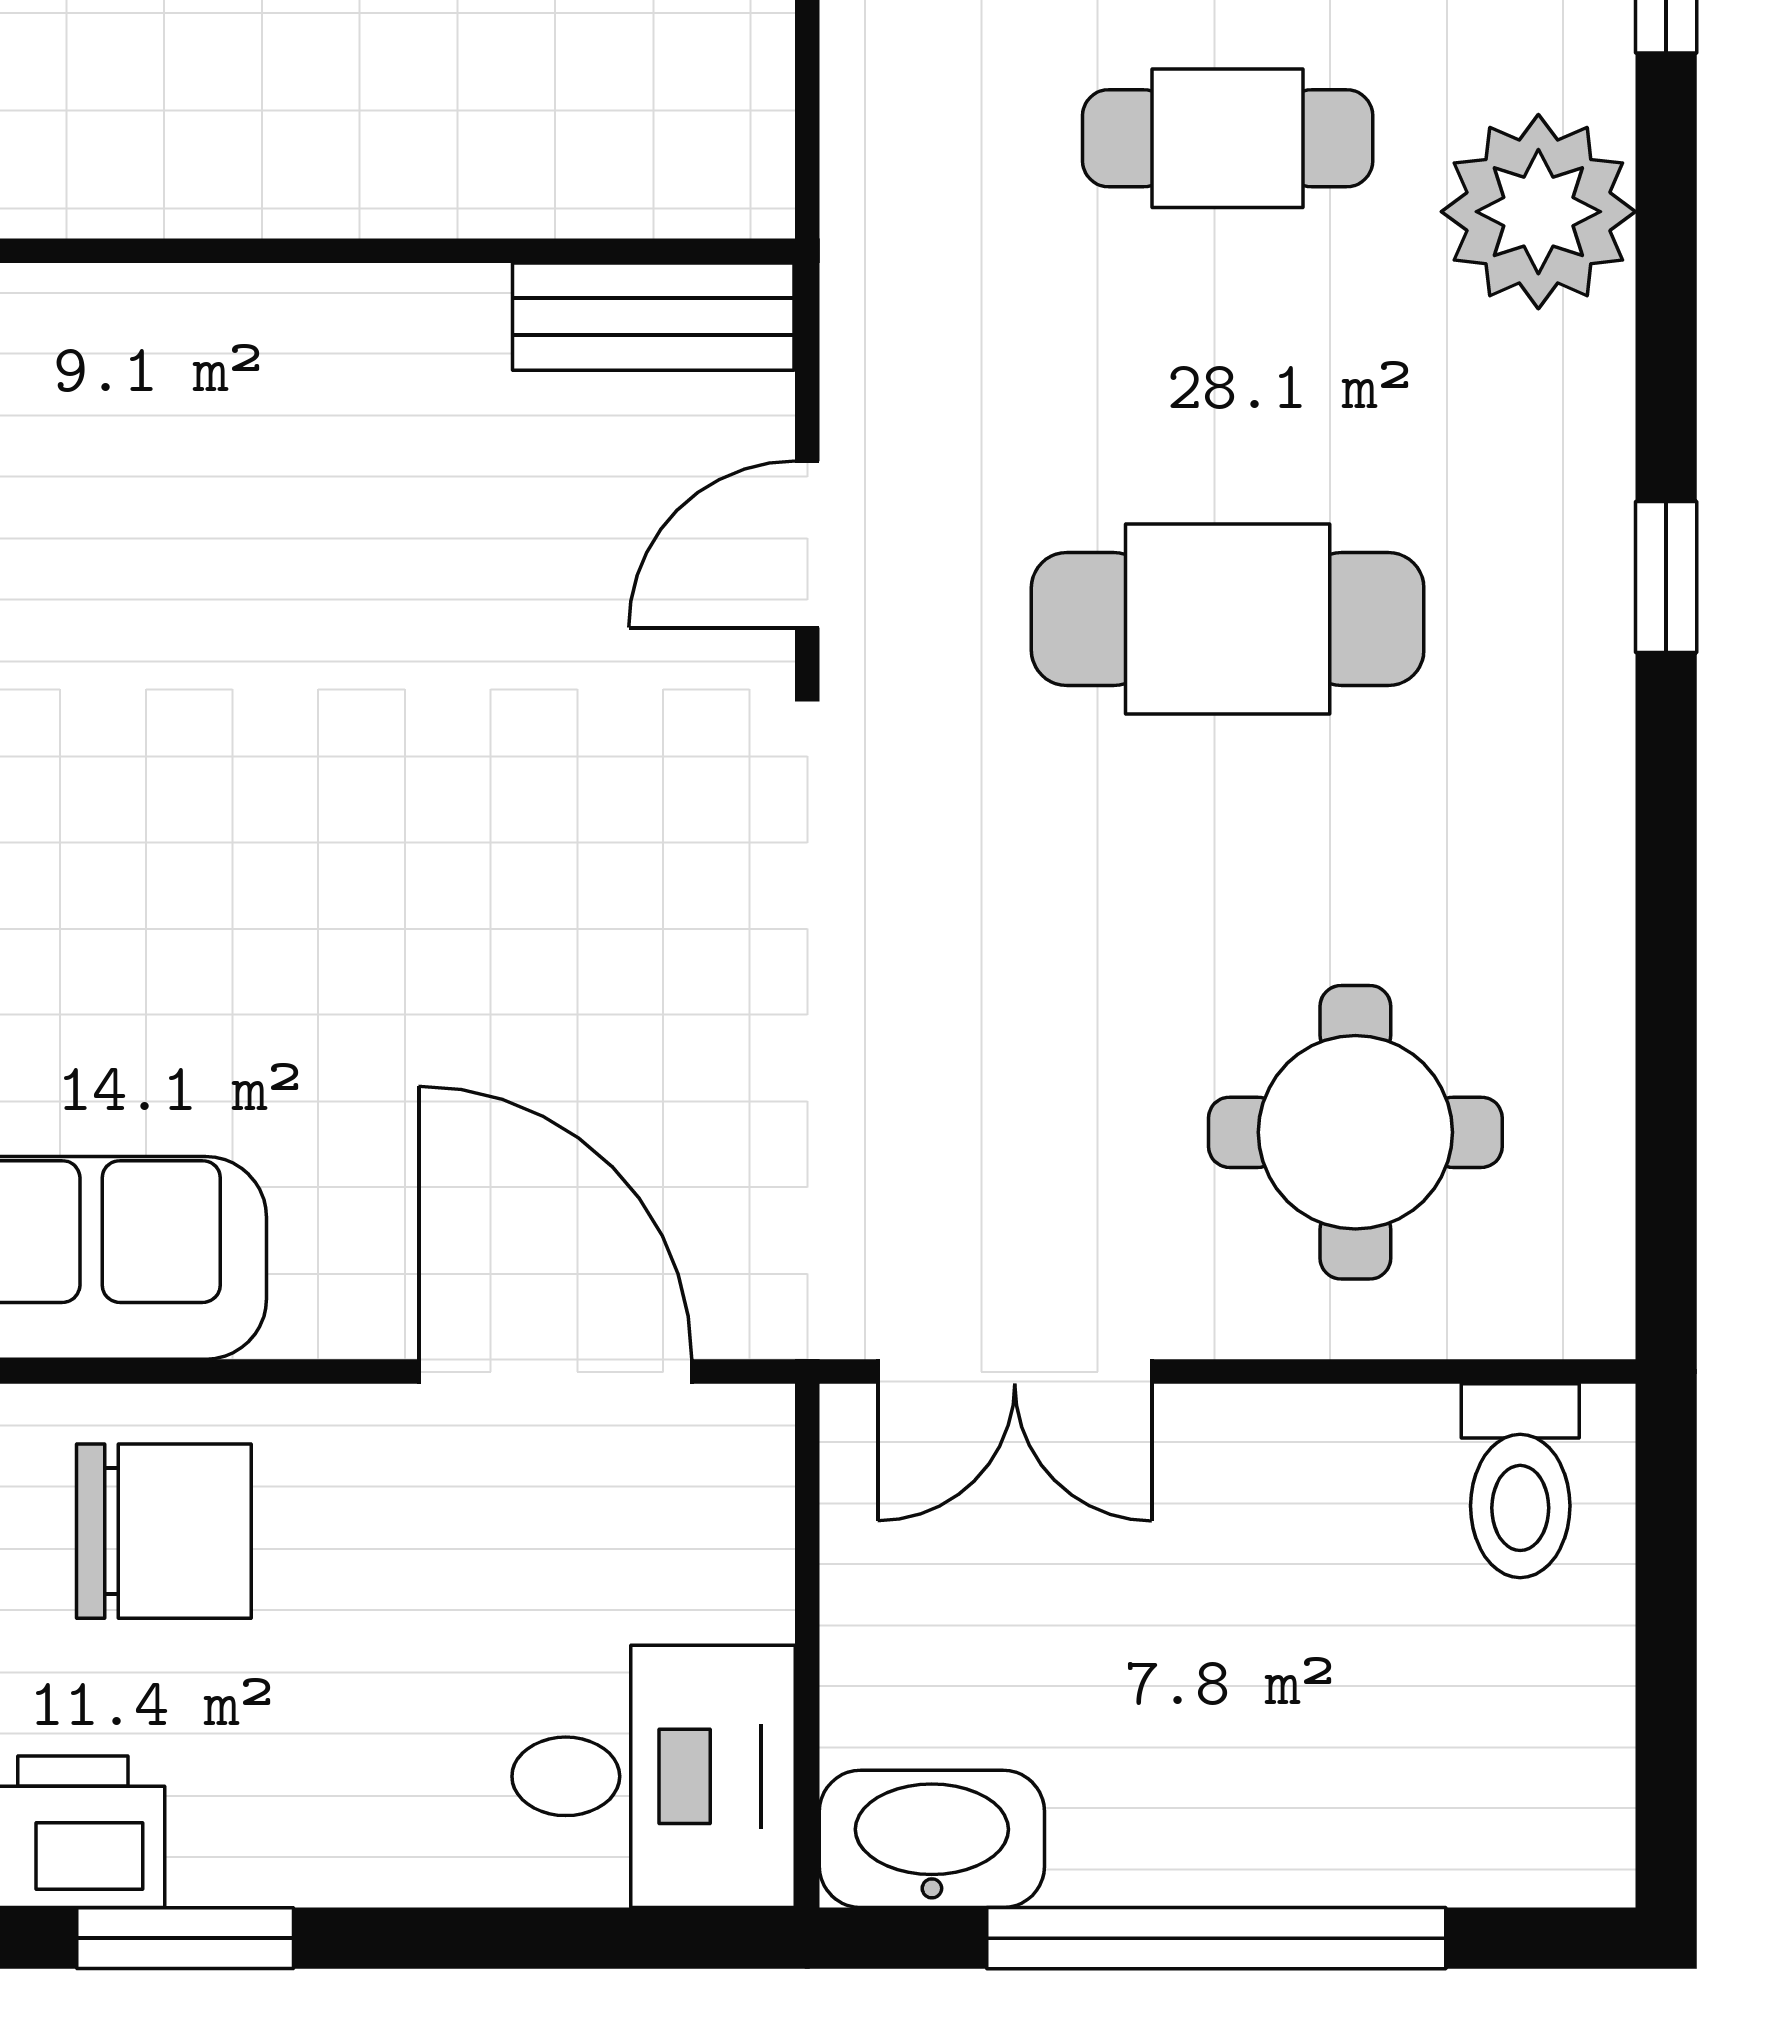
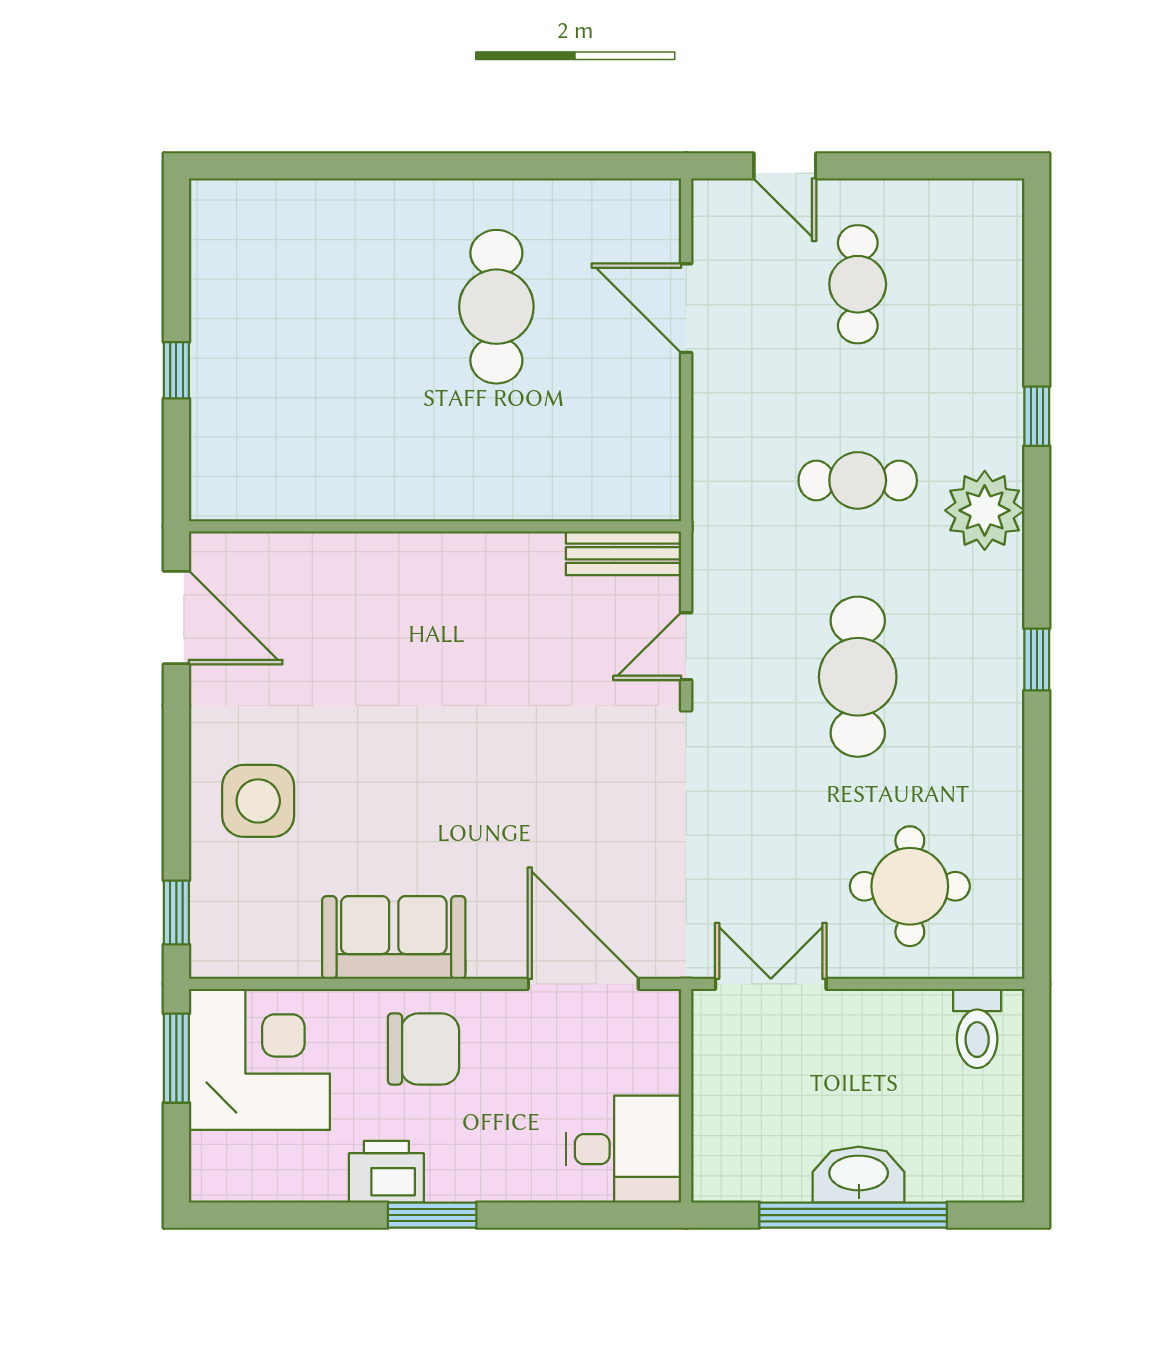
cafe table: (1228, 619) -> (858, 677), turned 90
double door: (1015, 1372) -> (771, 984), swing flipped
washbasin: (932, 1839) -> (859, 1175), moved

